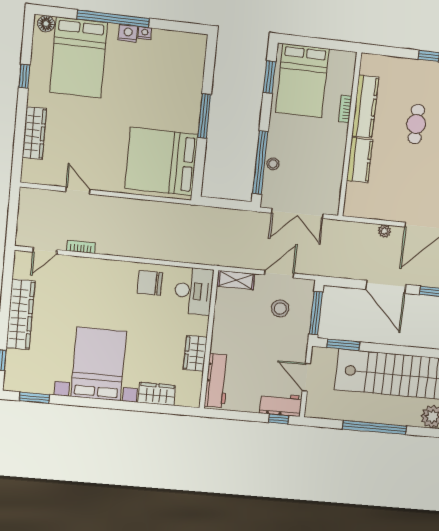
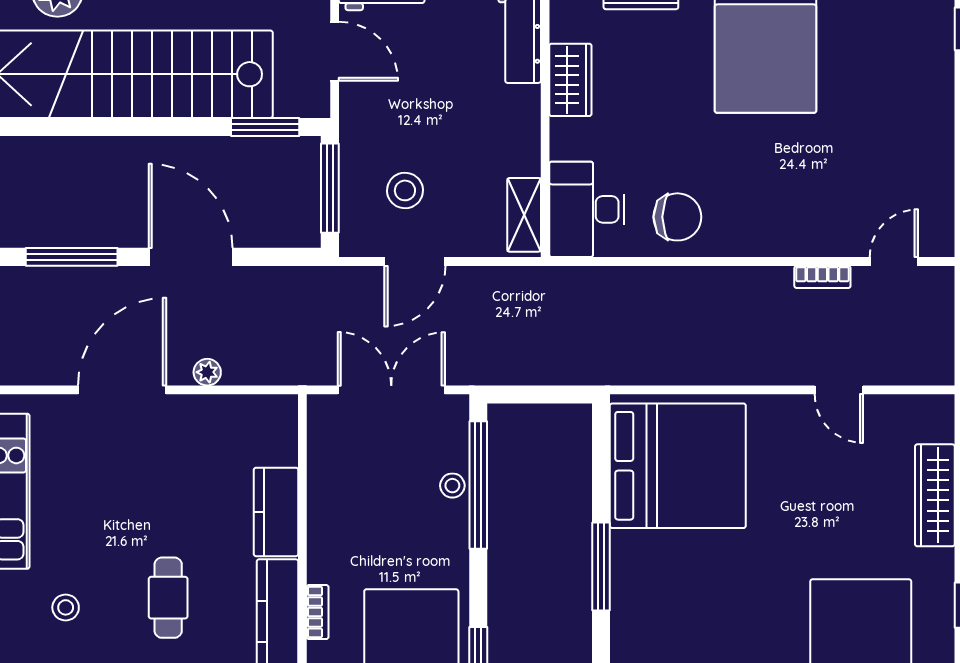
shelving: (236, 280) -> (524, 215), moved, turned 90
wardrobe: (21, 314) -> (932, 127), removed

